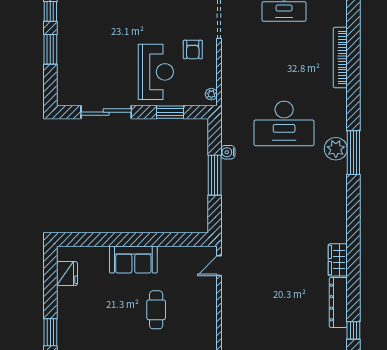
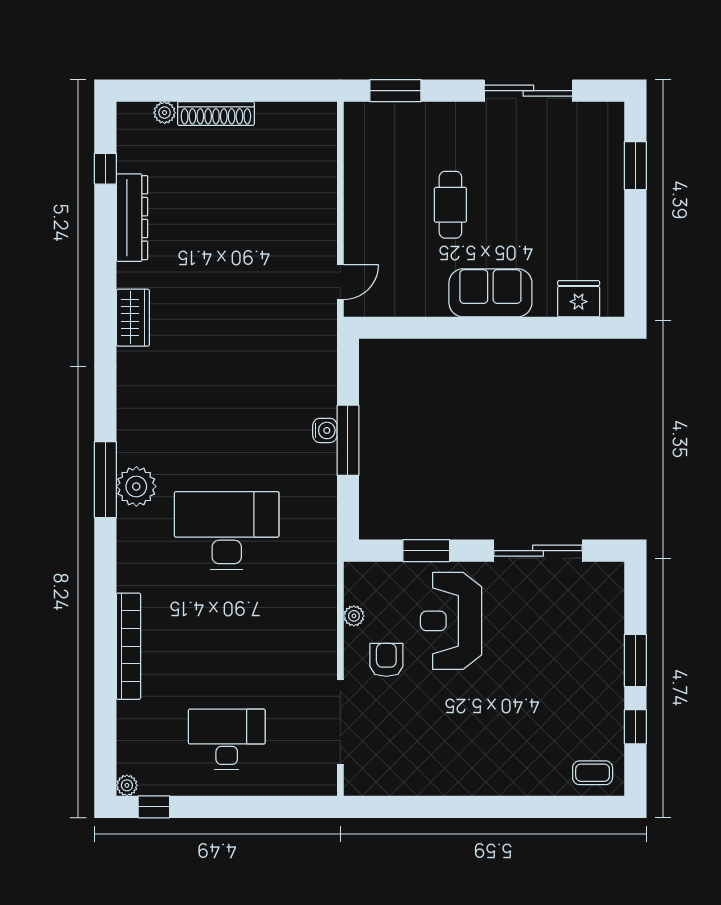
plant: (211, 94) -> (354, 616), moved
water cooler: (228, 152) -> (325, 430), moved
wardrobe: (338, 260) -> (133, 318), moved
fridge: (67, 273) -> (579, 299), moved, turned 90

